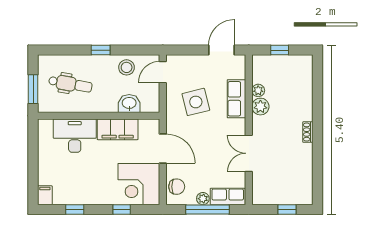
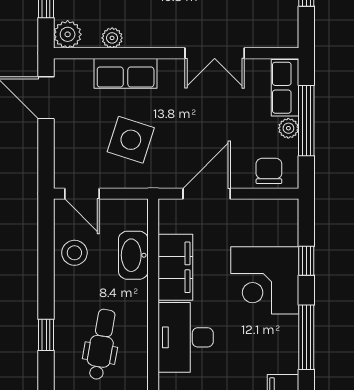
window: (101, 50) -> (46, 335), moved
side table: (196, 102) -> (131, 140), turned 32
washbasin: (129, 103) -> (133, 255), width x1.38
plant: (260, 107) -> (68, 34), moved
corner desk: (139, 184) -> (265, 280), moved, turned 90
window: (75, 209) -> (306, 337), width x2.17

